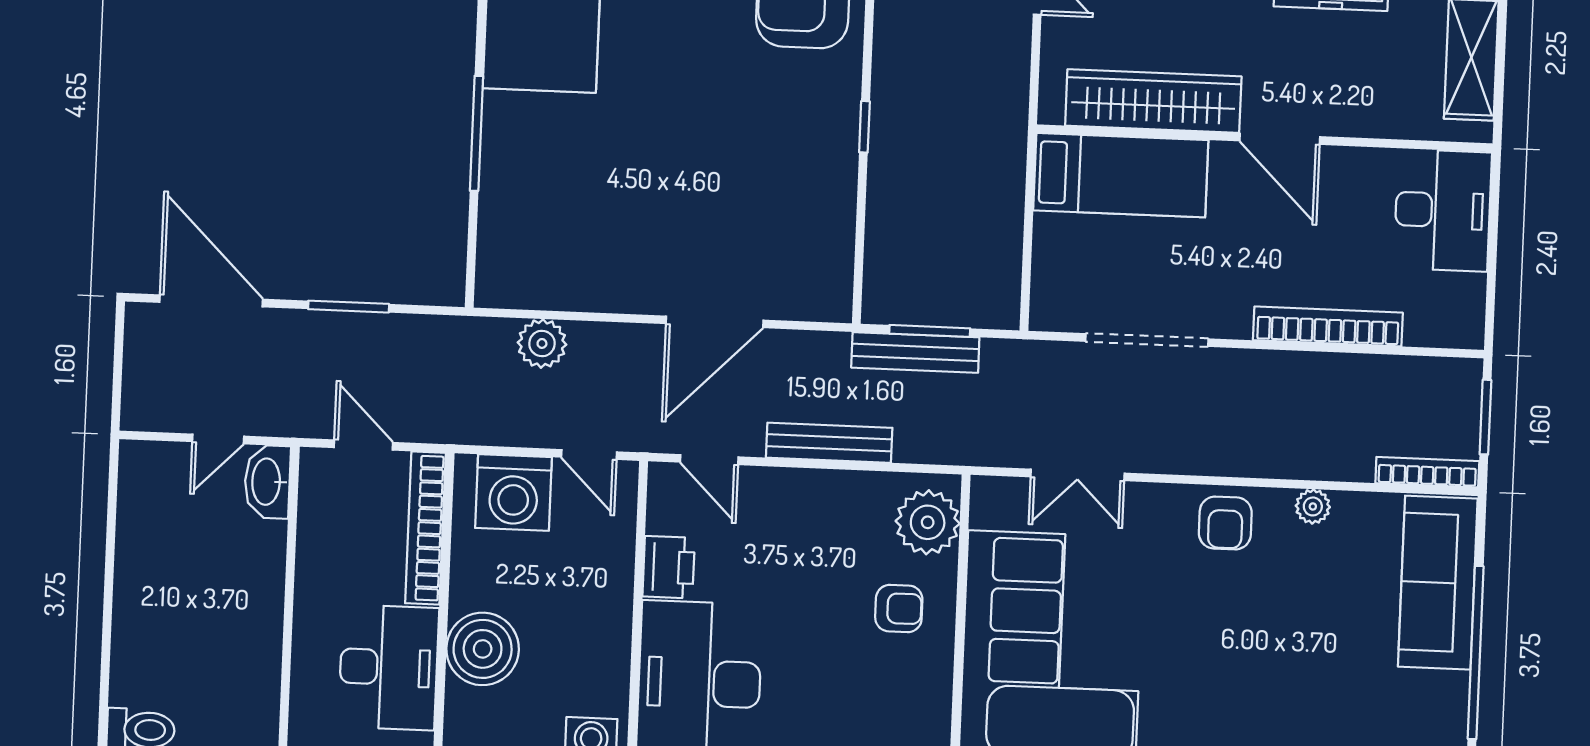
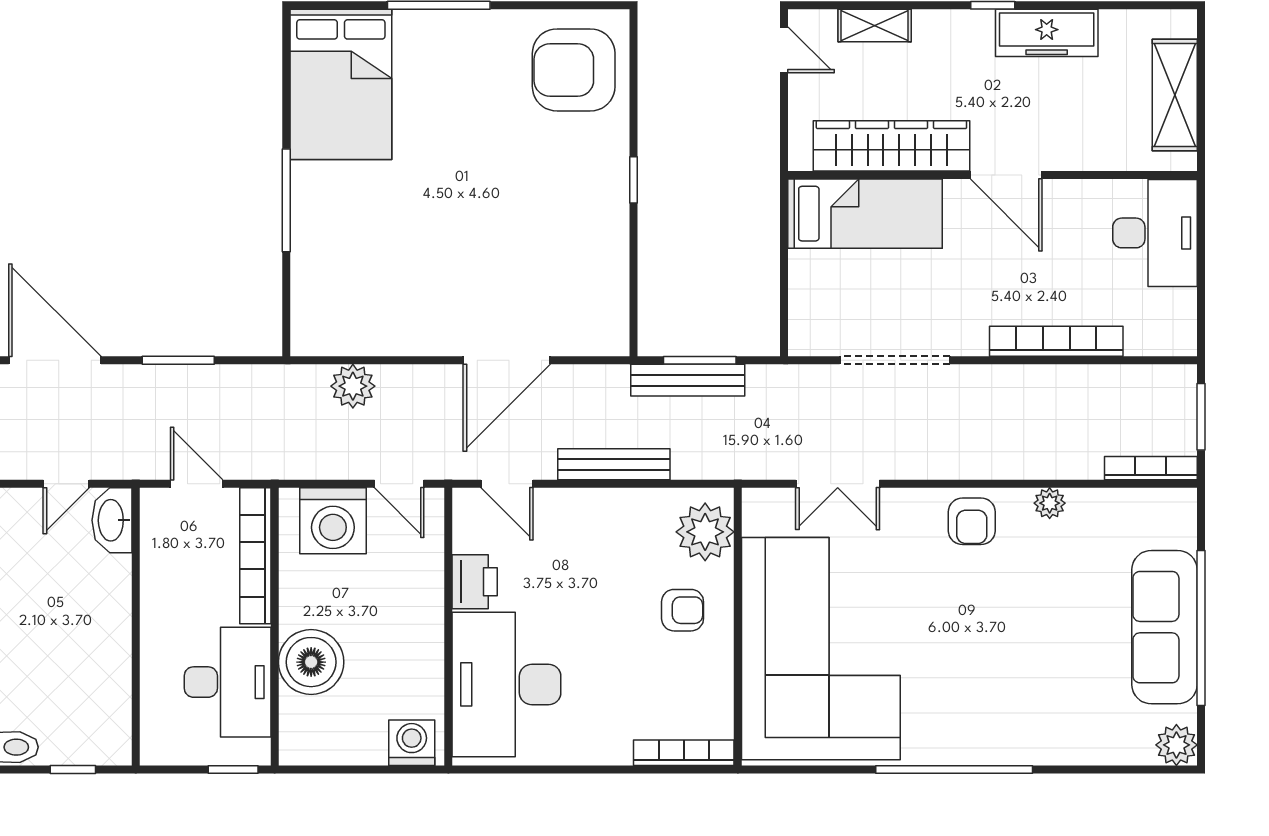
sofa: (1438, 583) -> (1164, 627), moved

